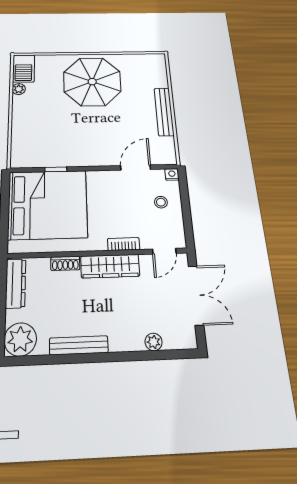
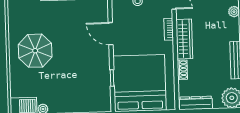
parasol: (92, 82) -> (35, 51), width x0.73, depth x0.73
door: (136, 168) -> (111, 34), moved

